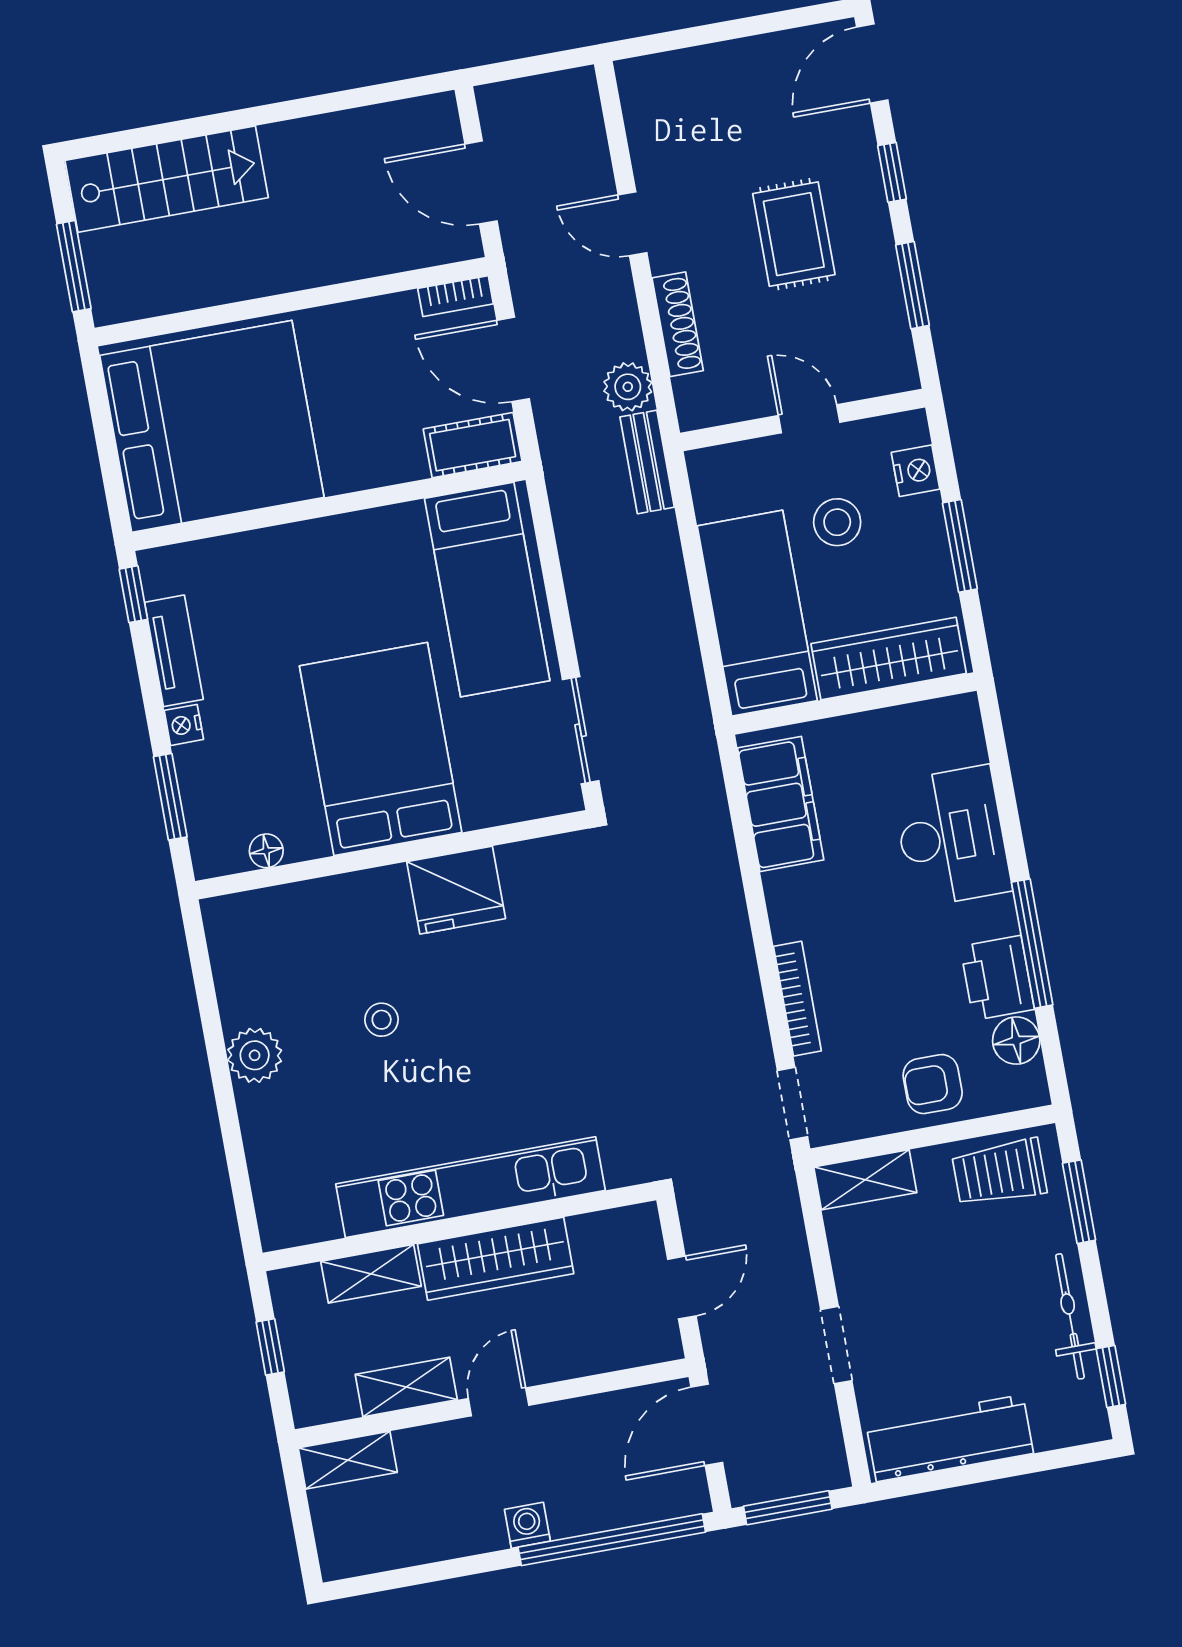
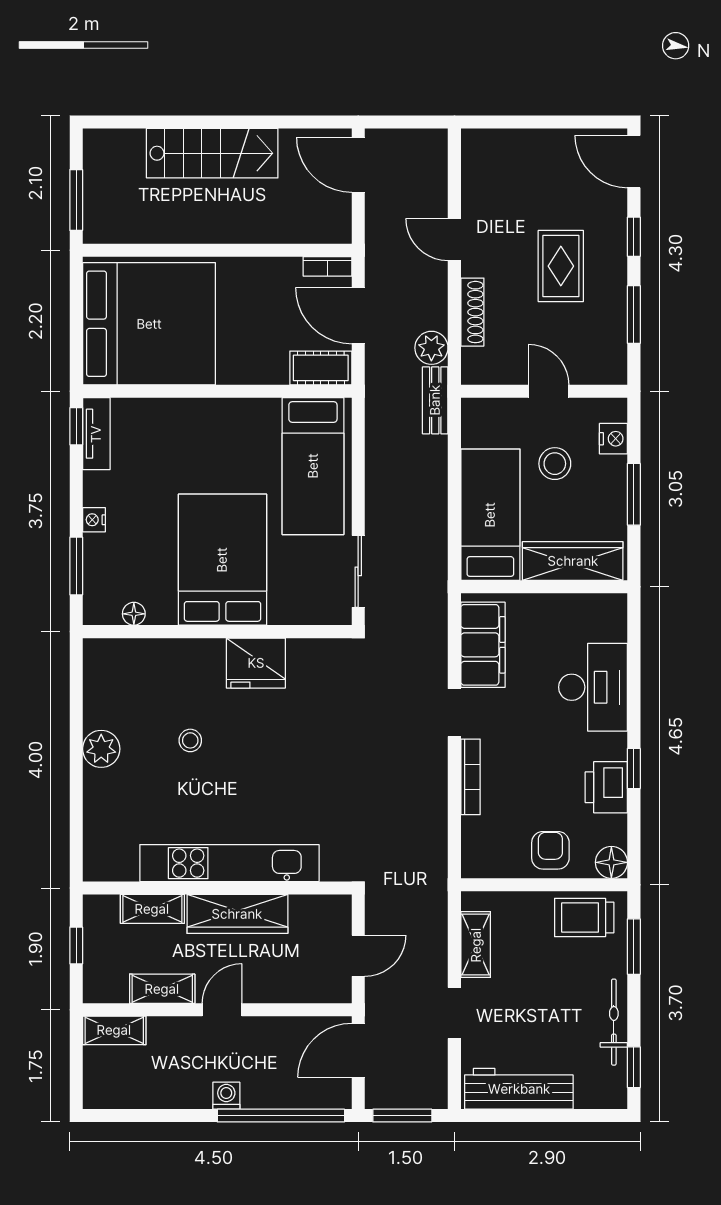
door: (872, 63) -> (634, 162), hinge flipped
stairs: (167, 179) -> (212, 153), moved
door: (481, 182) -> (358, 165), moved
tv unit: (174, 651) -> (96, 434), moved
window: (1032, 944) -> (634, 769), width x0.46
floor lamp: (1016, 1041) -> (611, 862), moved
armchair: (933, 1084) -> (550, 850), turned 90
doorway: (792, 1104) -> (454, 713), moved
shelving: (865, 1180) -> (476, 945), moved, turned 90

